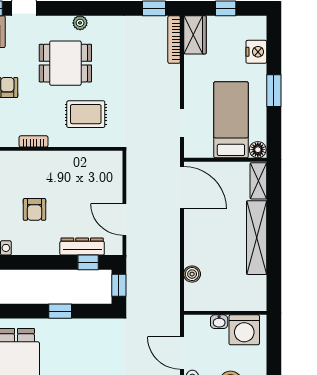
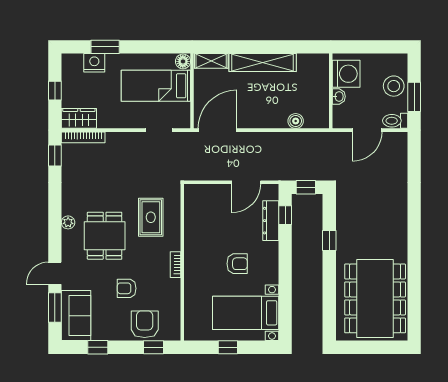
window: (274, 91) -> (105, 47), moved

